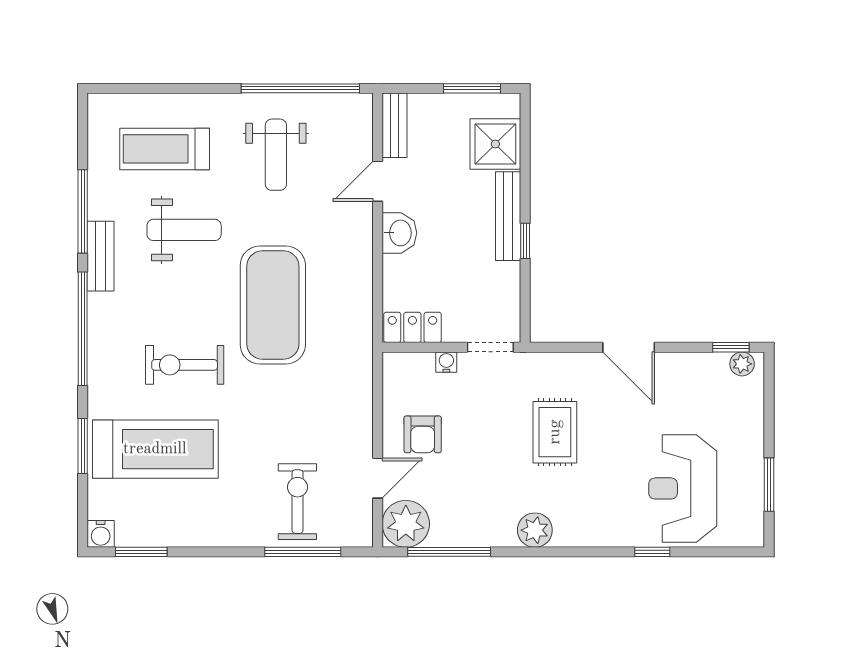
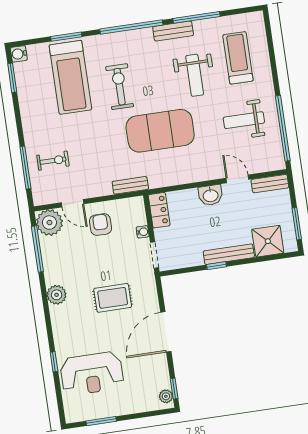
door: (629, 347) -> (166, 332), width x1.36
bench: (361, 372) -> (130, 185), added
armchair: (423, 434) -> (101, 225), turned 90
reception desk: (683, 488) -> (92, 374), turned 180
exercise bike: (297, 502) -> (53, 161), width x0.73, depth x0.72

